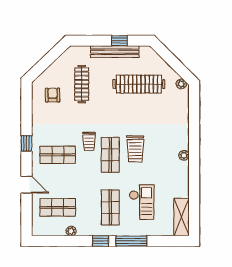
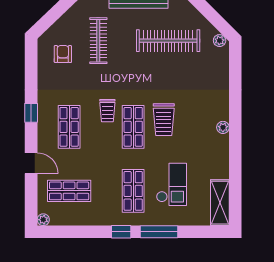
shop shelf: (58, 155) -> (69, 127), turned 90
plant: (71, 231) -> (43, 220), moved

